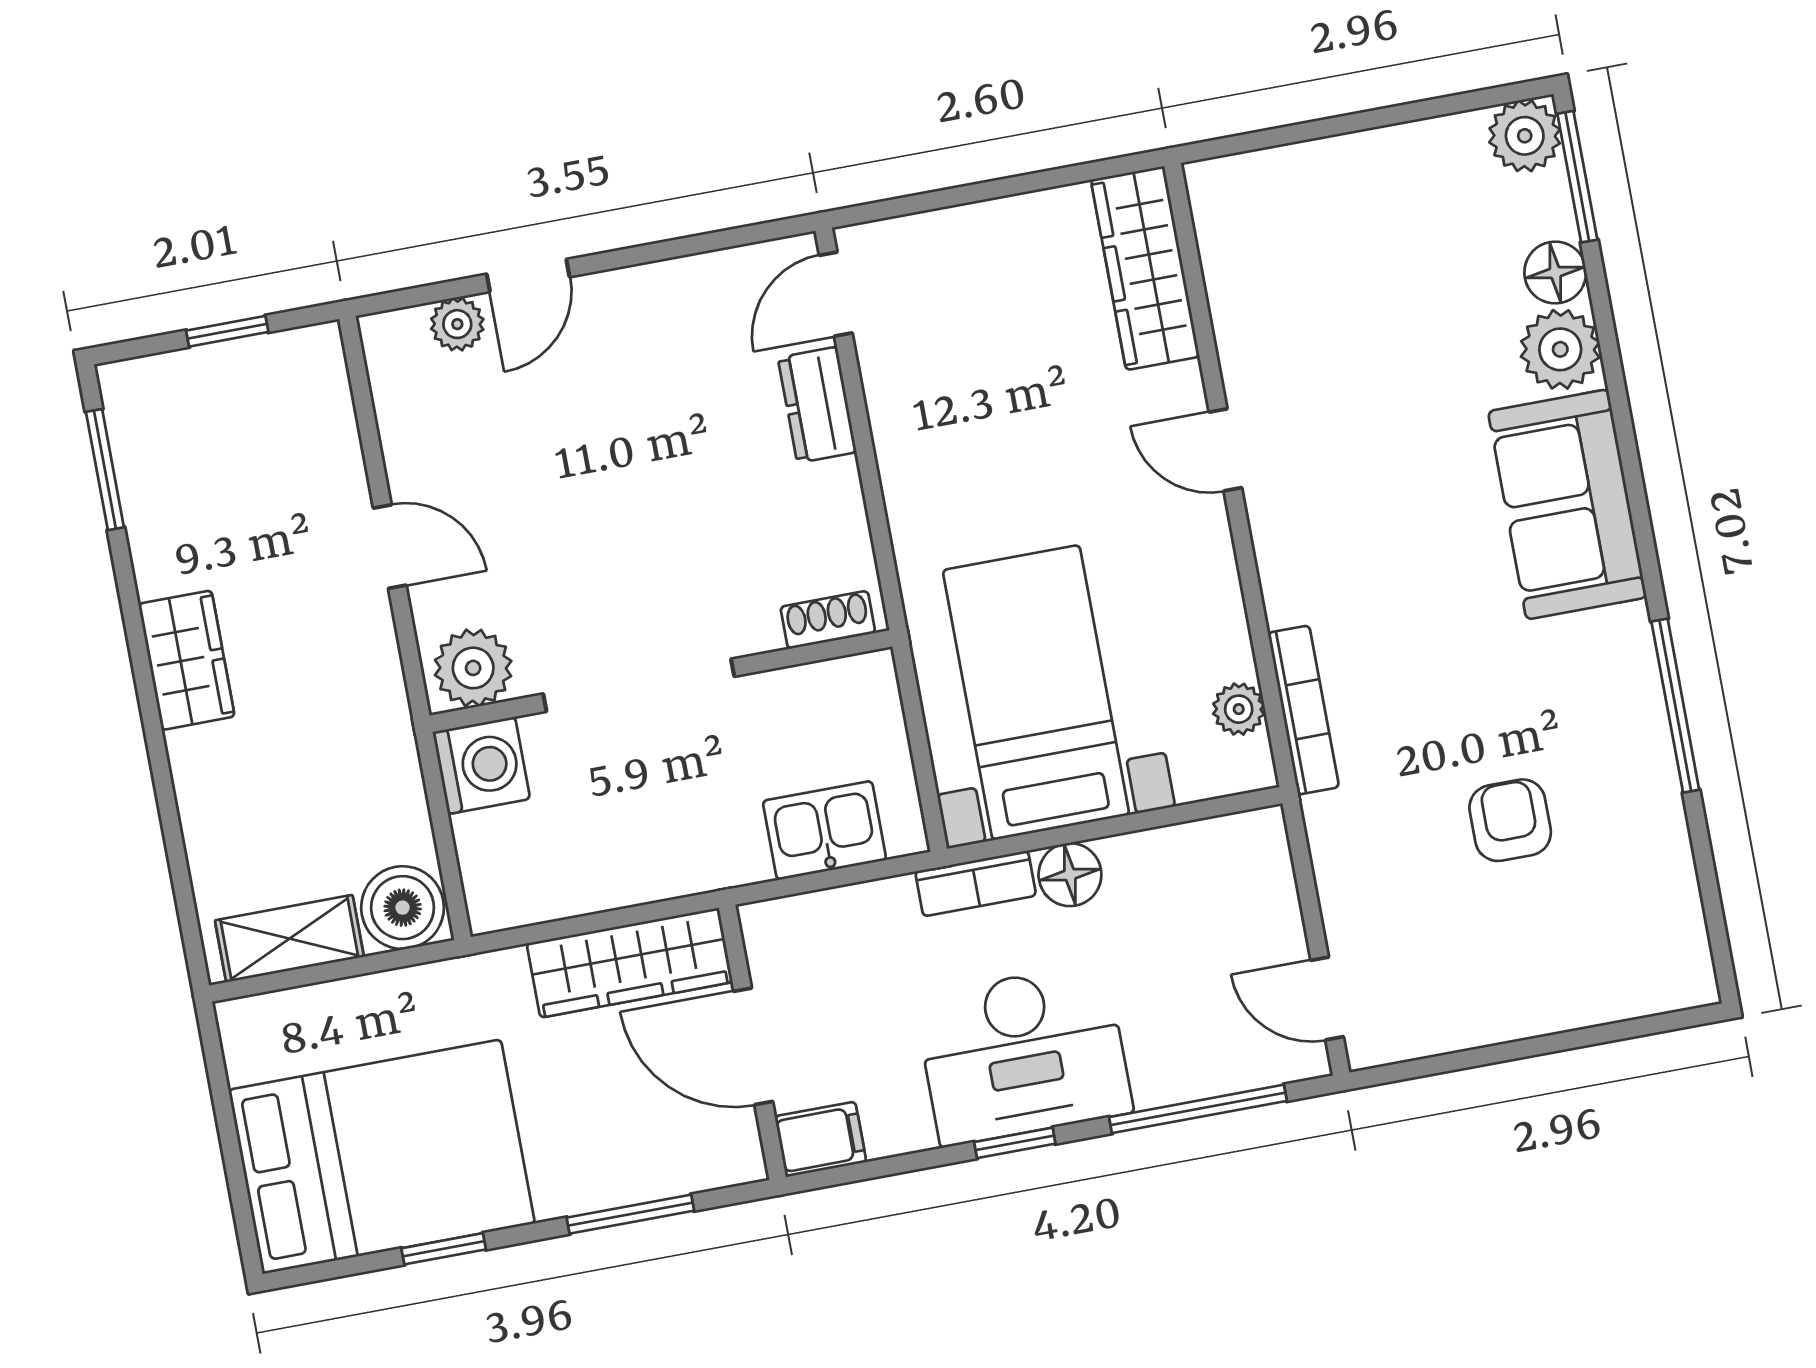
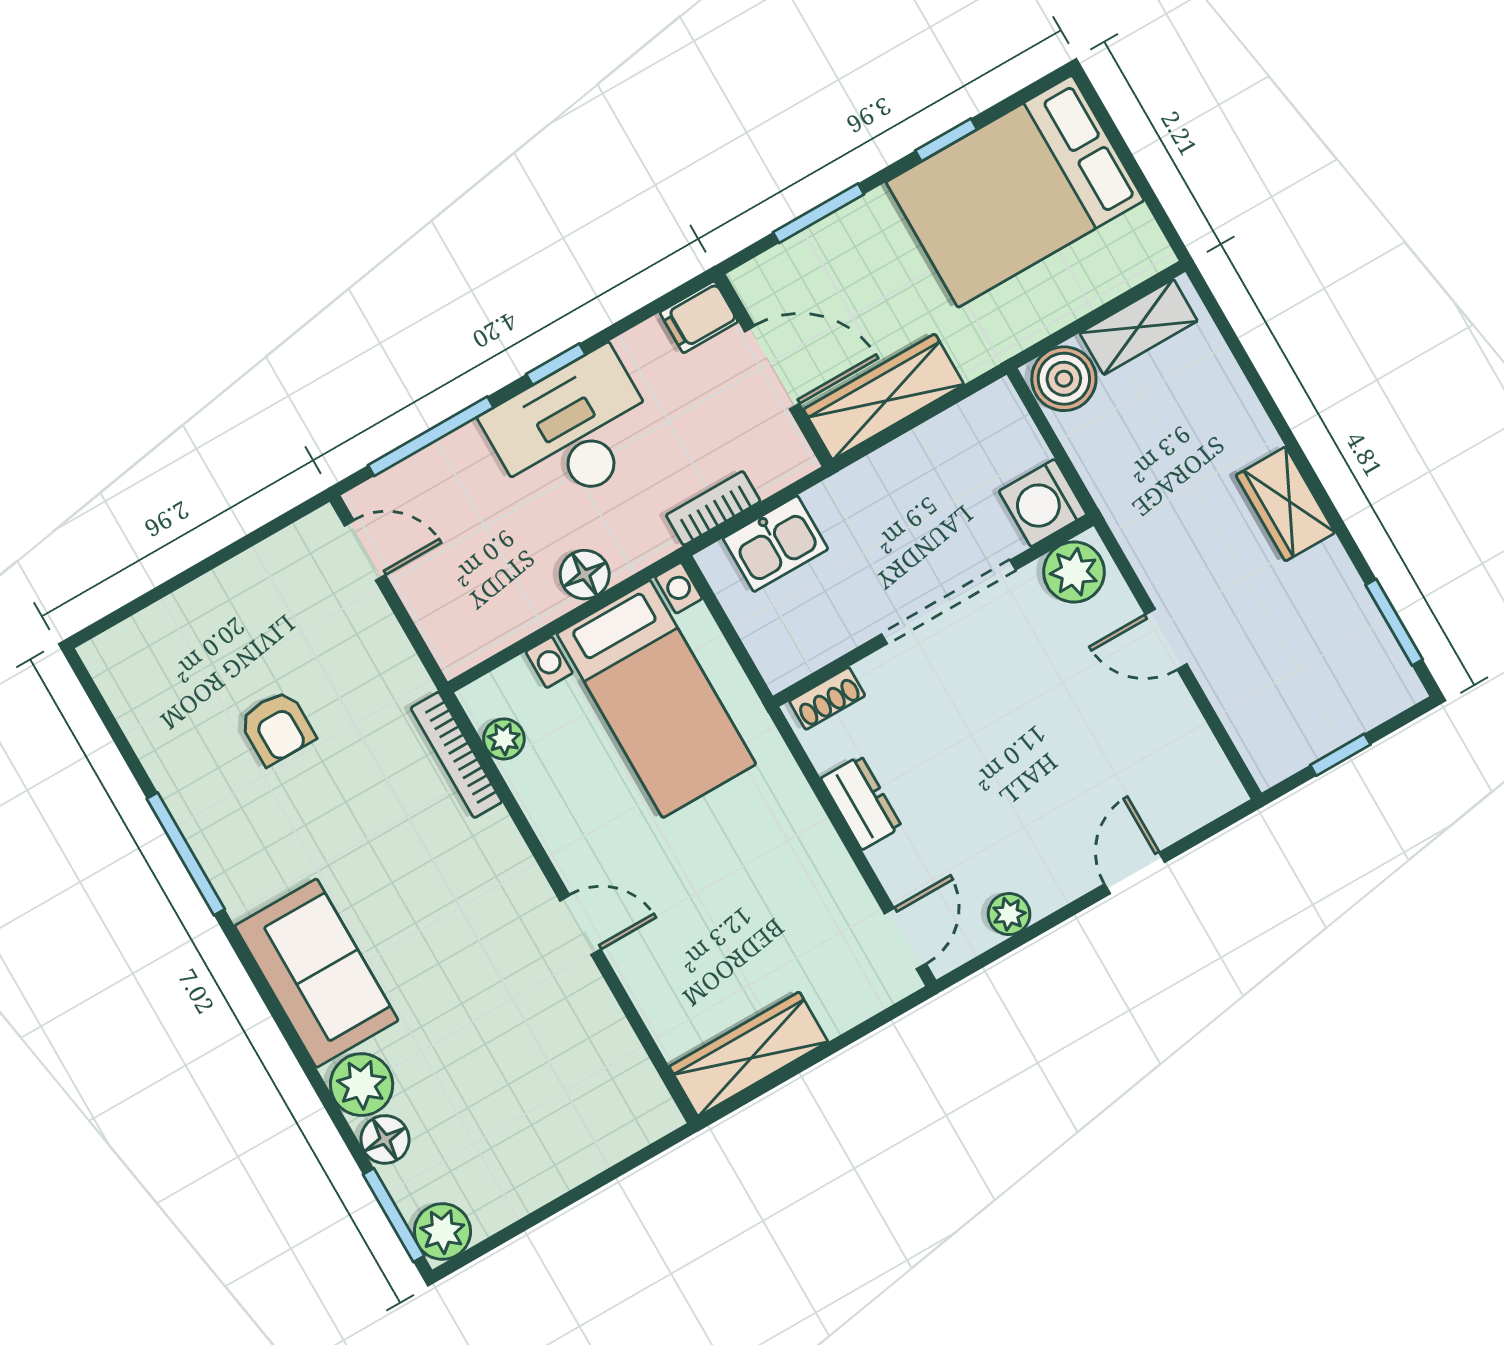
wardrobe: (1145, 268) -> (749, 1054), moved, turned -90
plant: (457, 324) -> (1009, 914), moved
dresser: (817, 405) -> (861, 803), moved
bookcase: (976, 883) -> (713, 508), moved

